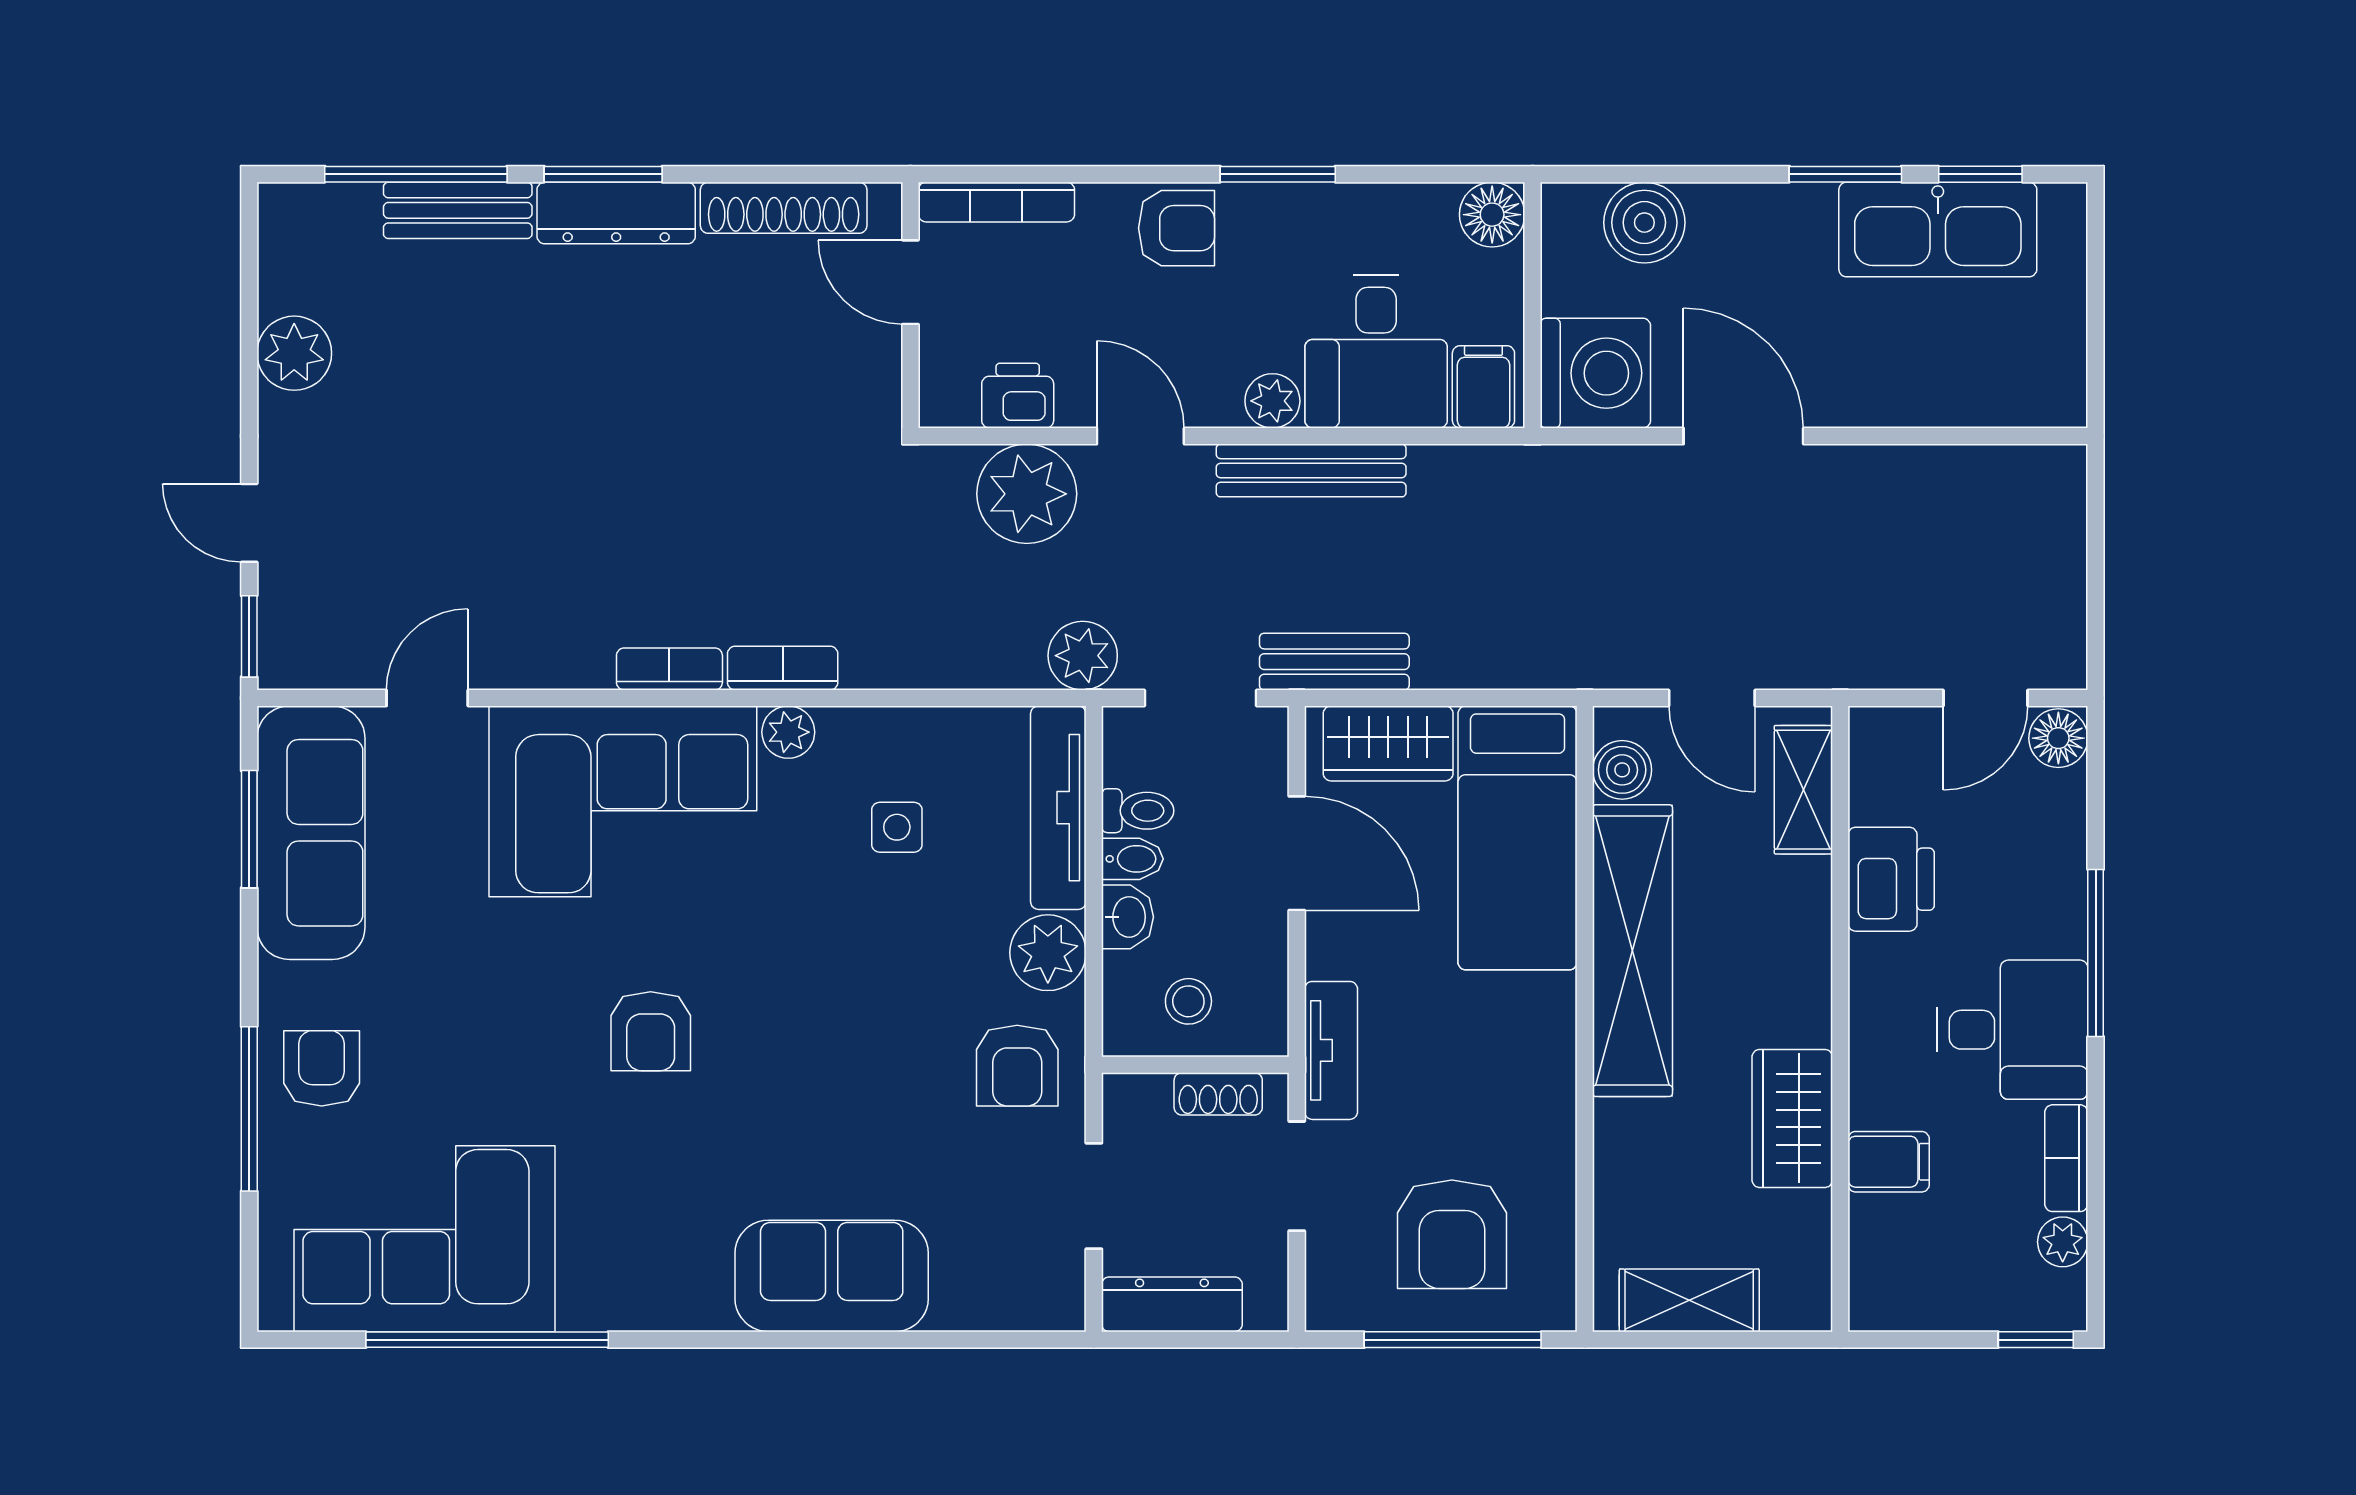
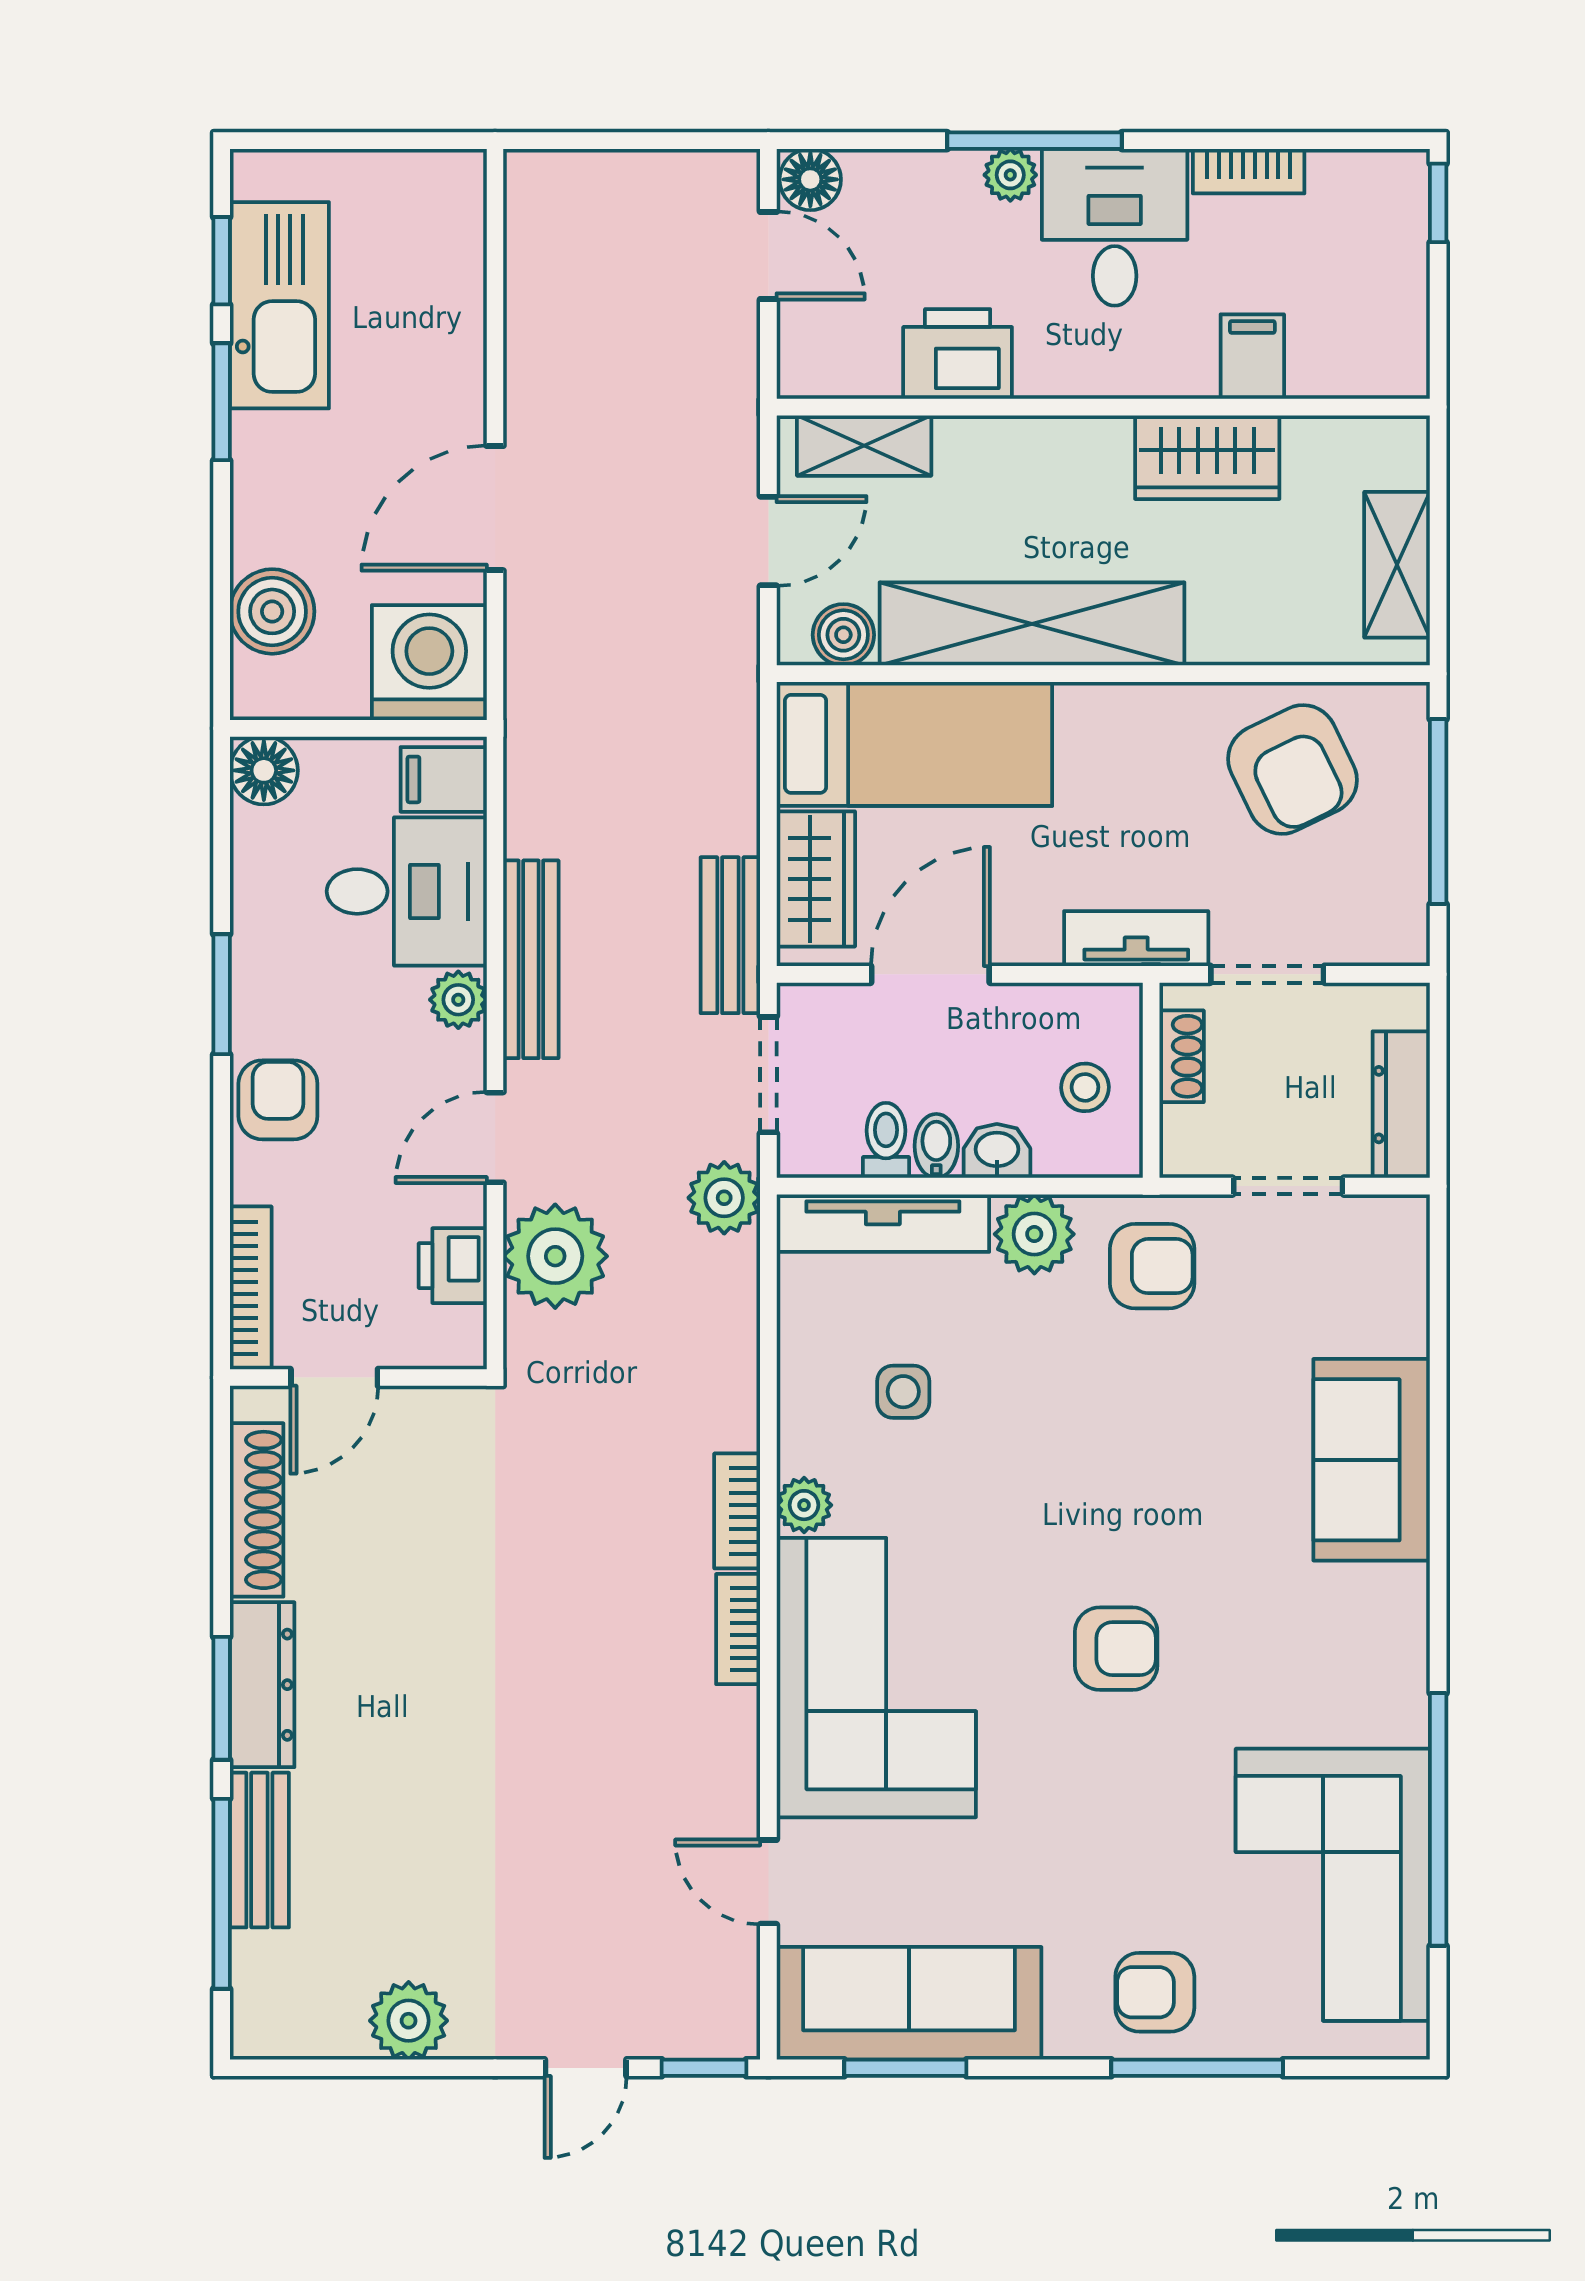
armchair: (1452, 1234) -> (1292, 769), moved, turned 64
plant: (2063, 1242) -> (1010, 175), moved

